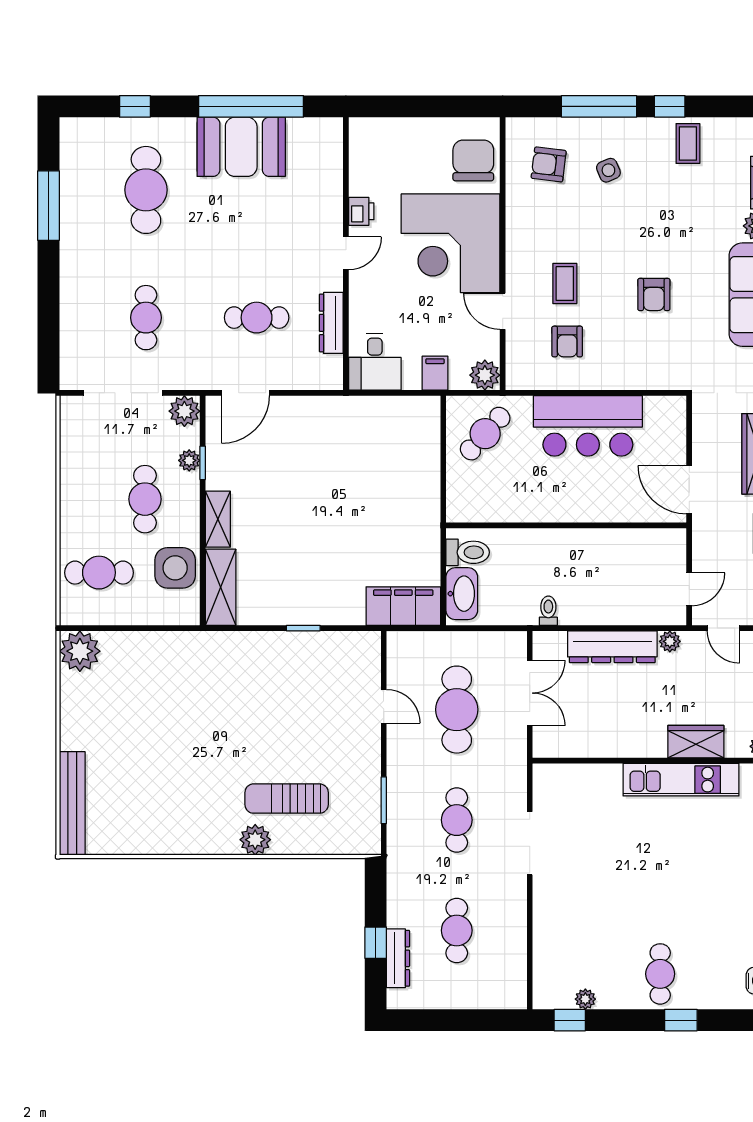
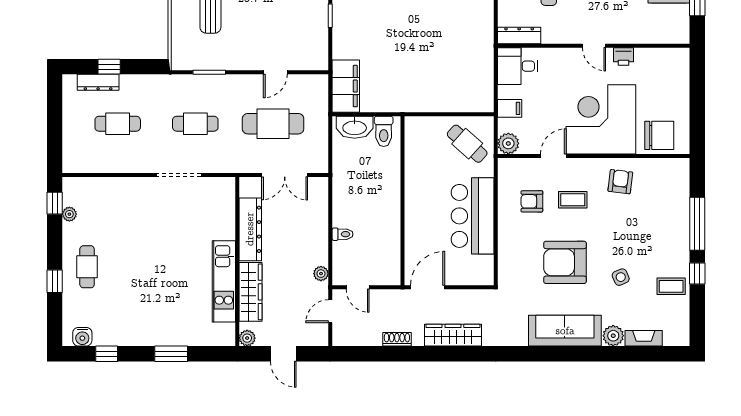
armchair: (549, 164) -> (620, 182), moved
side table: (608, 170) -> (621, 277), moved
armchair: (654, 295) -> (565, 262), width x1.88, depth x1.88
dresser: (331, 323) -> (519, 35), moved
toilet: (548, 611) -> (343, 234), moved
dresser: (612, 647) -> (250, 229), moved, turned 180
wardrobe: (696, 742) -> (250, 292), width x1.50
cafe table: (660, 974) -> (87, 267), turned 90

